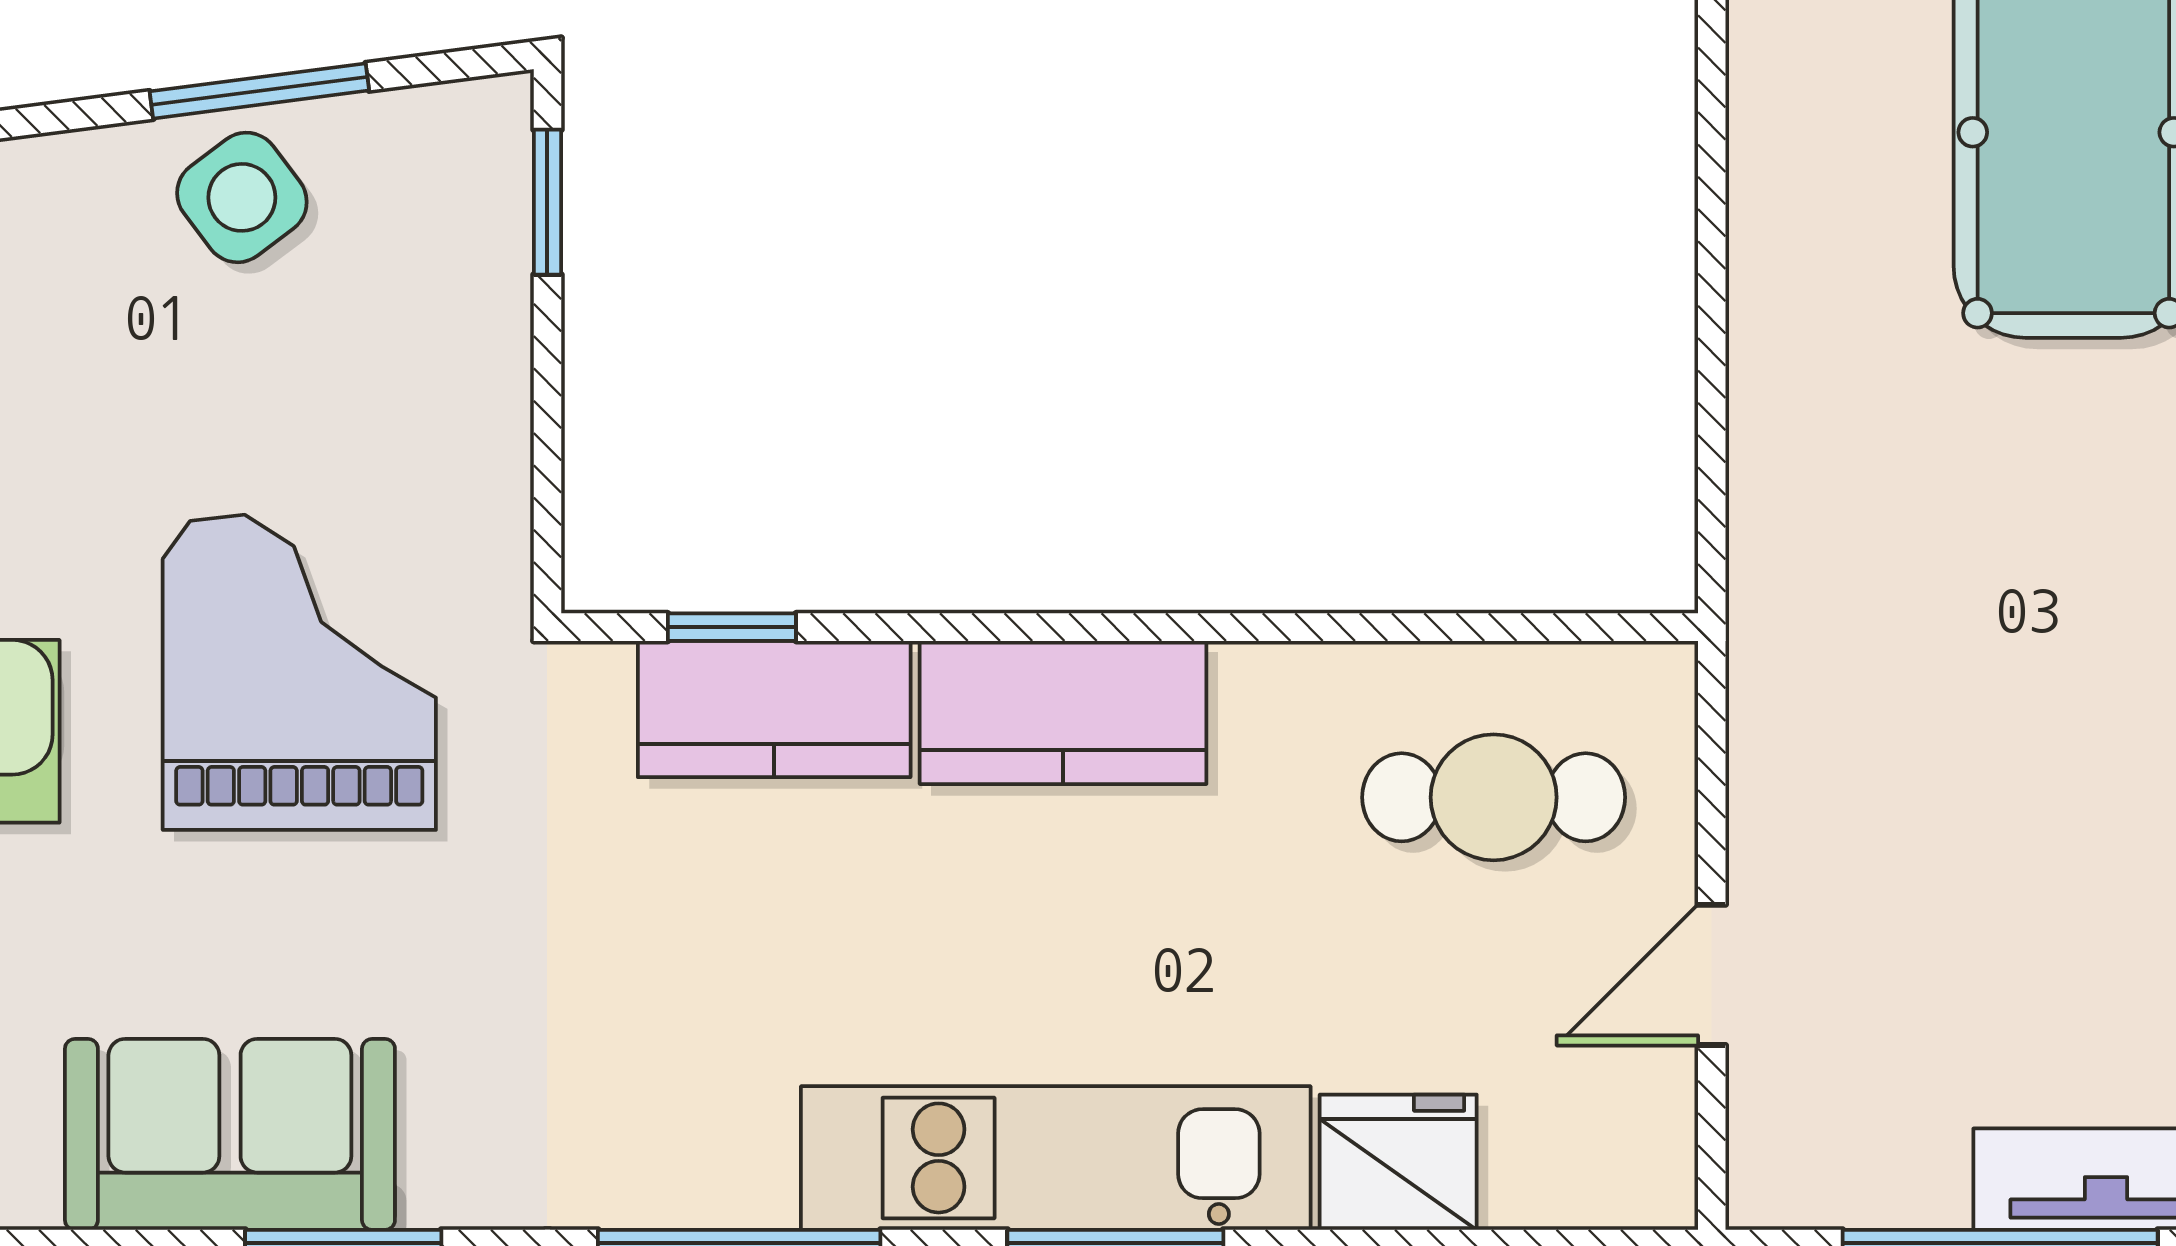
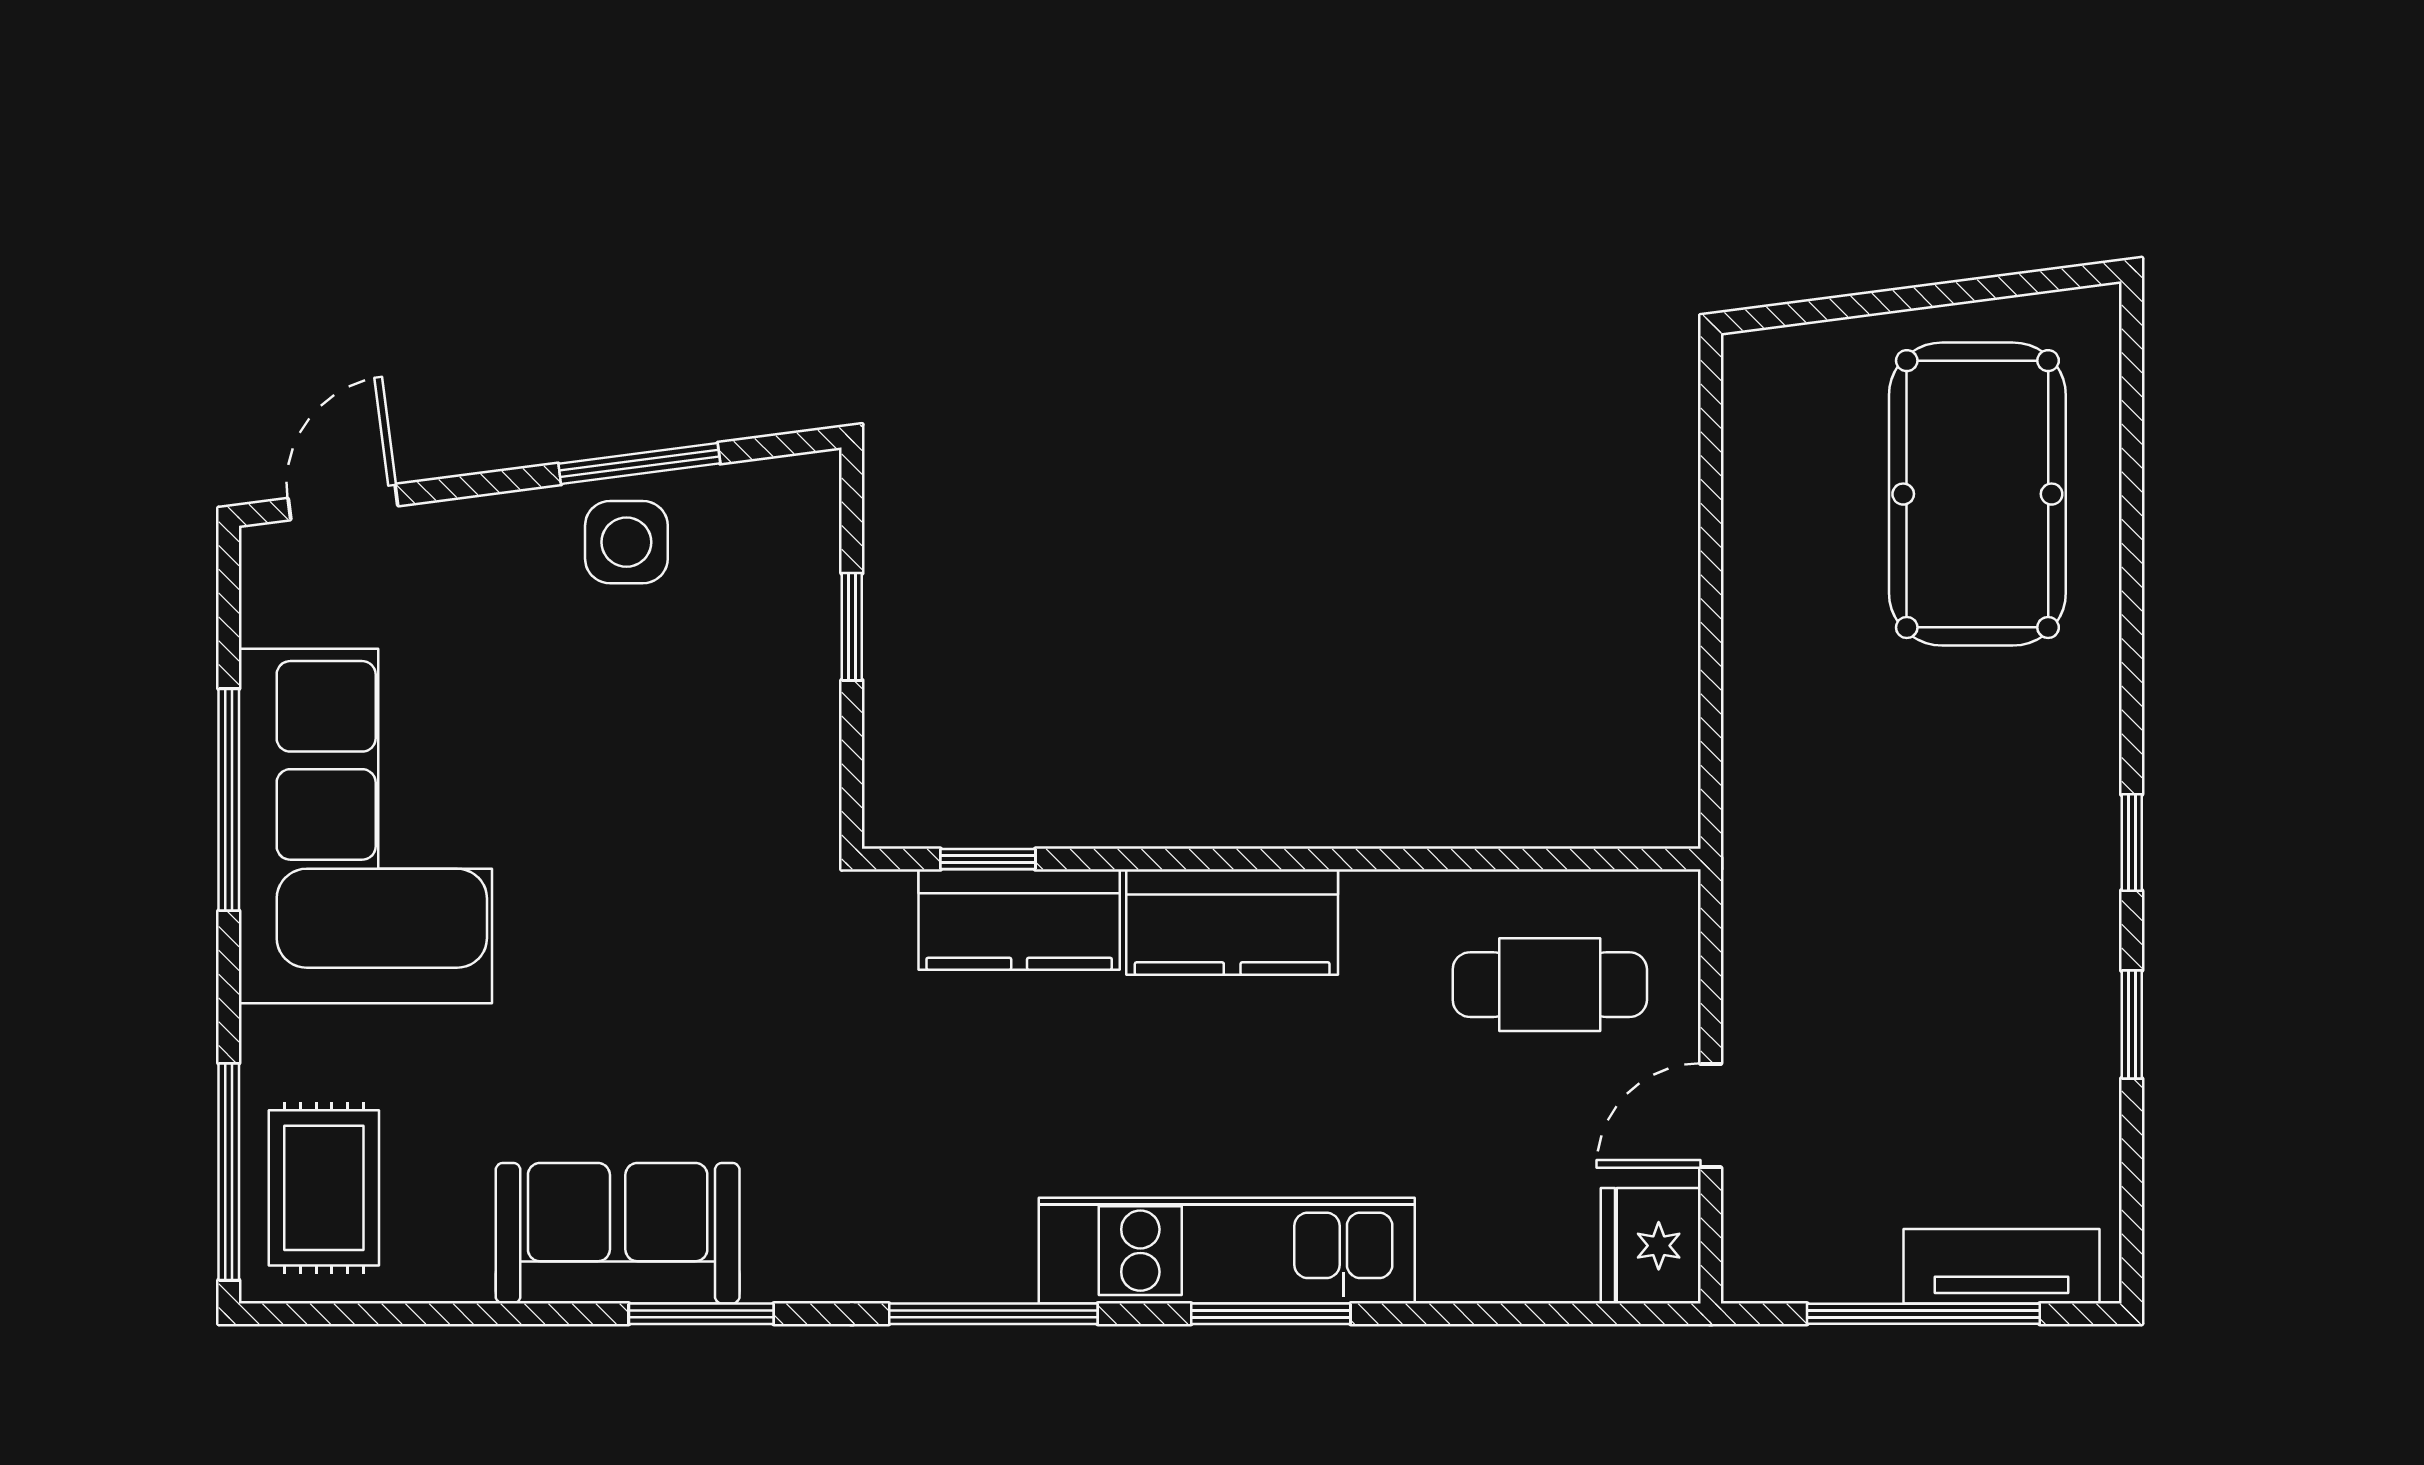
side table: (242, 197) -> (626, 542), turned 37
window: (547, 202) -> (852, 627), moved
grand piano: (299, 672) -> (669, 892), removed
fridge: (1398, 1162) -> (1651, 1246), moved, turned -90

